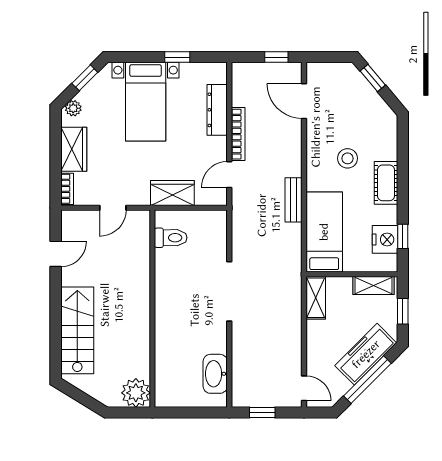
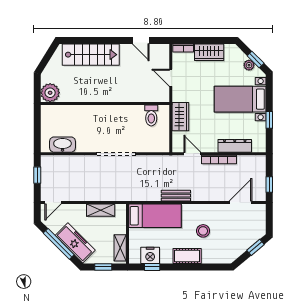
plant: (73, 108) -> (249, 65), moved
shelving: (316, 298) -> (101, 210), moved

